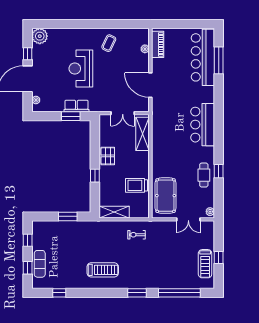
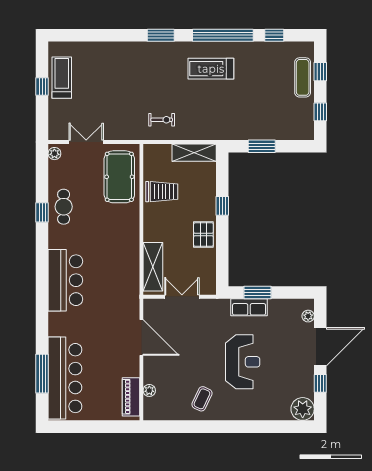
window: (179, 293) -> (223, 35), moved

